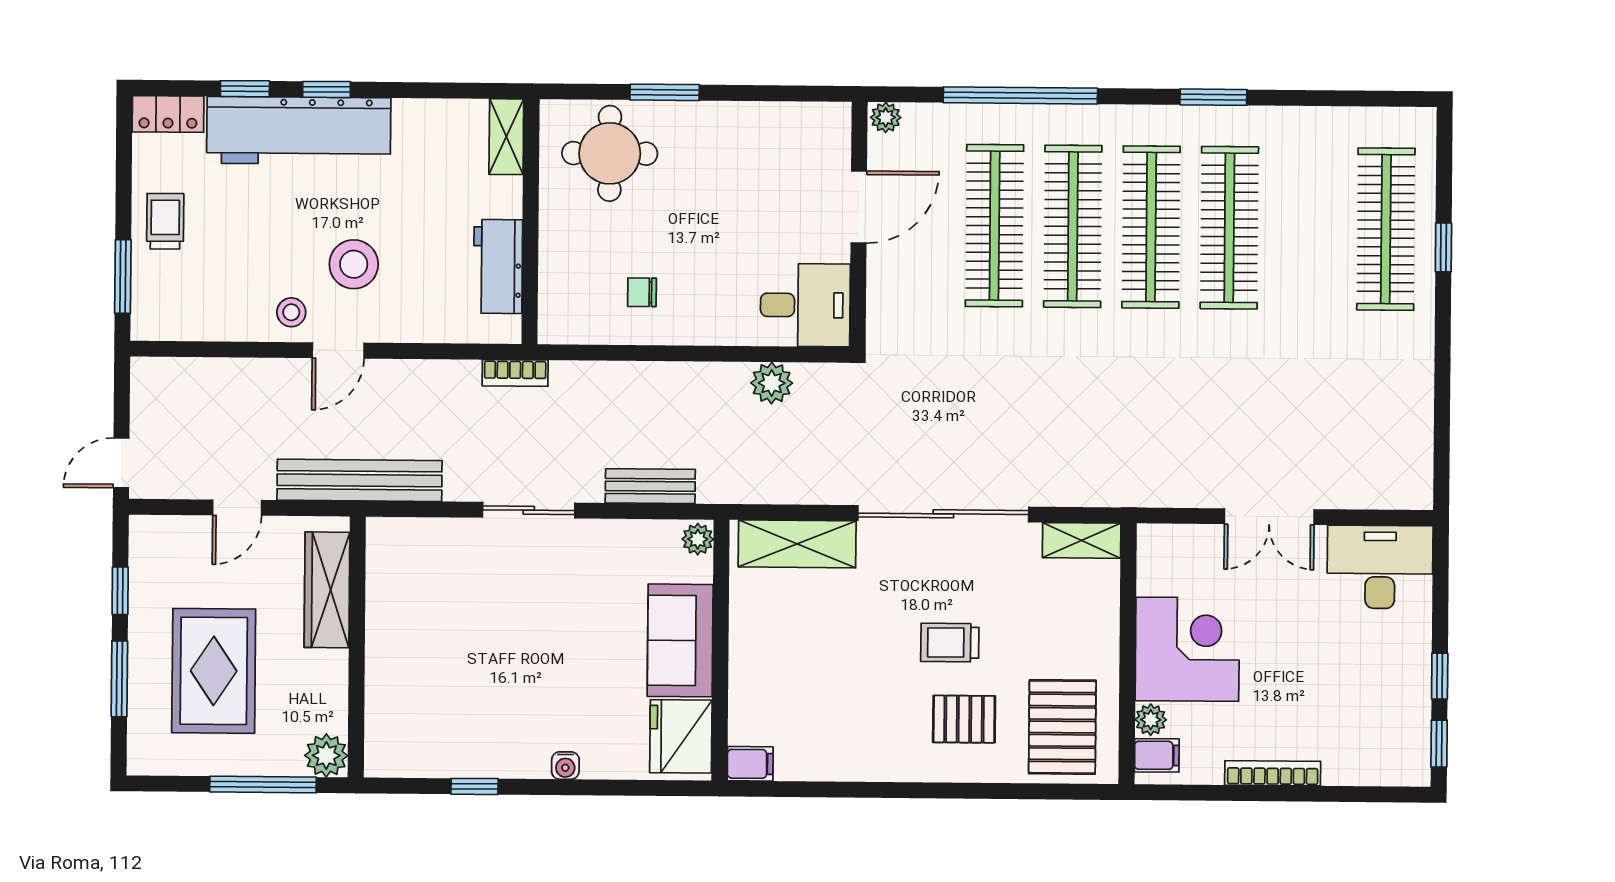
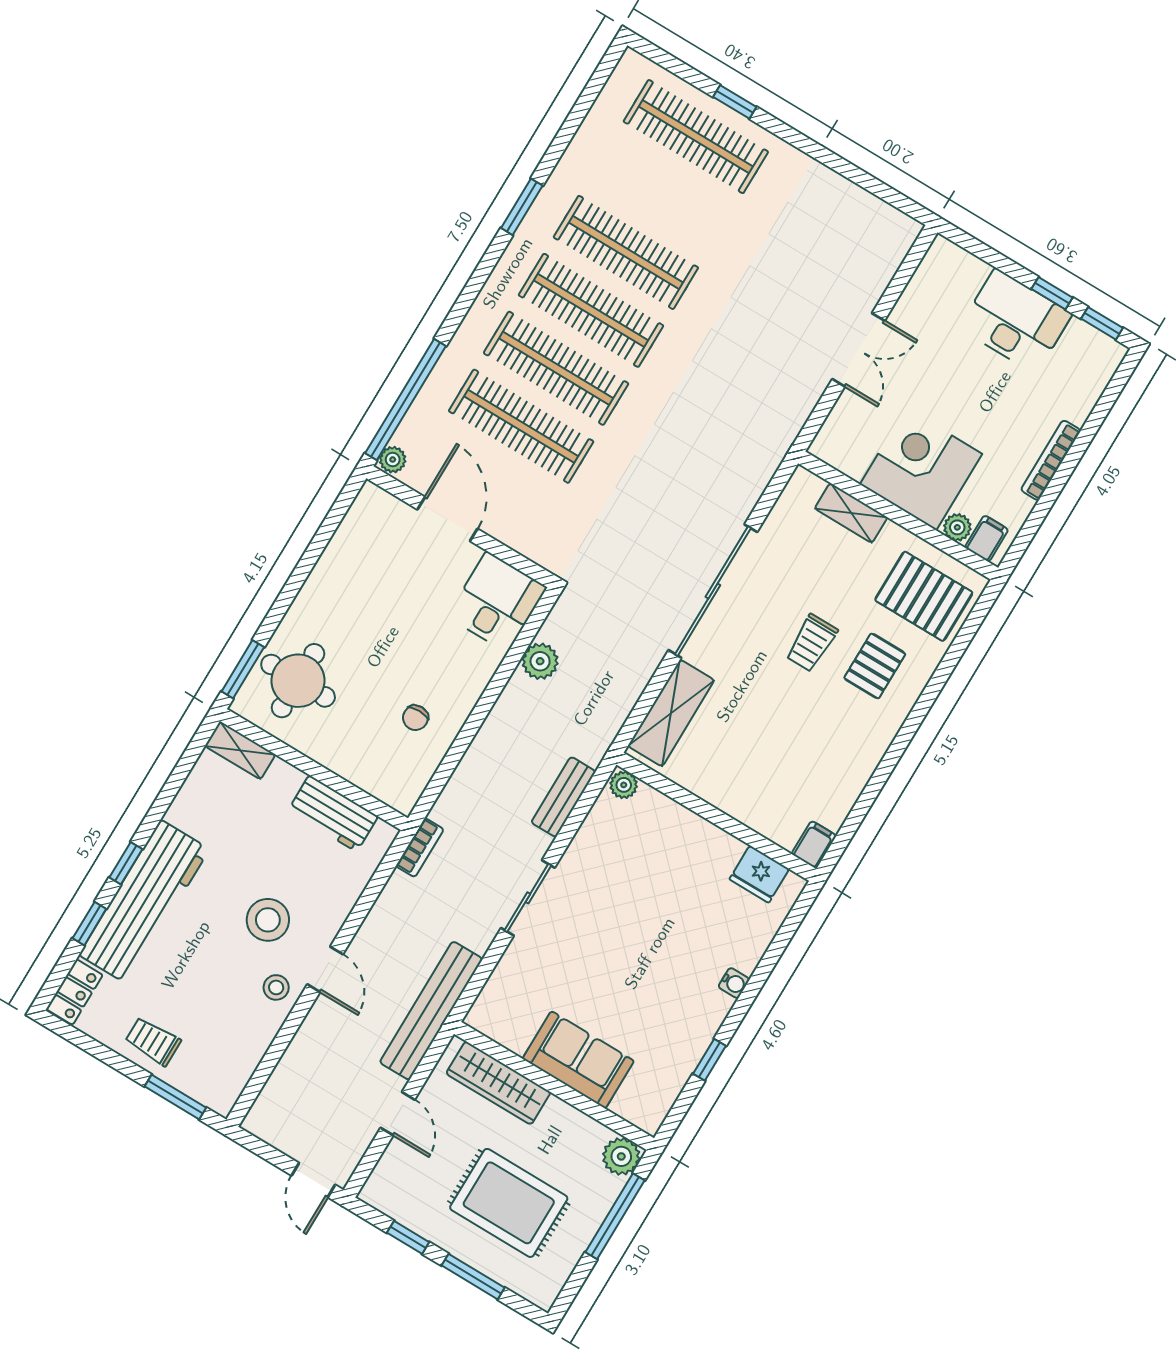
window: (665, 92) -> (243, 669), moved
window: (1020, 95) -> (405, 400), moved
shelving: (1082, 540) -> (851, 513), moved, turned 90
desk: (1380, 567) -> (1016, 321), moved, turned 90
sofa: (680, 640) -> (578, 1060), moved, turned 180
fridge: (681, 736) -> (759, 874), width x0.73, depth x0.75

